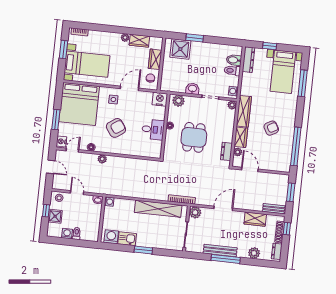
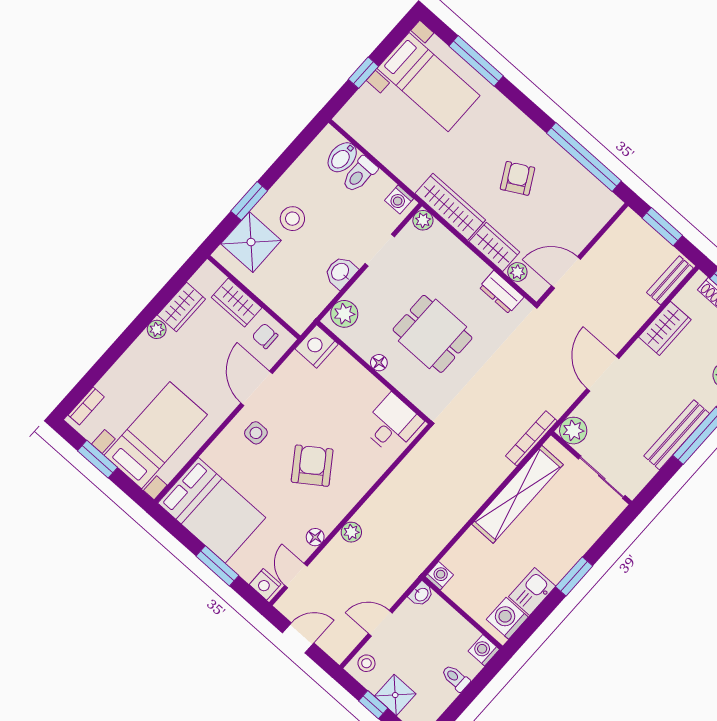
stool: (199, 58) -> (292, 219), added
dresser: (248, 60) -> (361, 130), removed
bed: (79, 104) -> (212, 510), width x0.73
desk: (153, 129) -> (392, 424), moved
washing machine: (67, 234) -> (484, 650), moved

